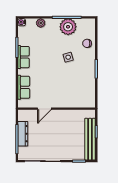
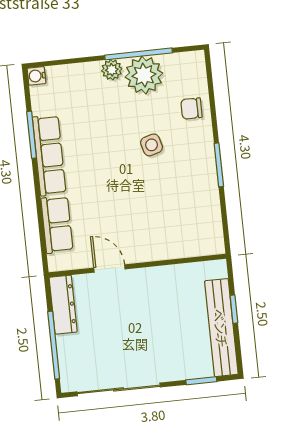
plant: (41, 23) -> (112, 70), moved
row of seats: (24, 57) -> (49, 155), width x1.48
door: (44, 109) -> (109, 268), swing flipped
dresser: (23, 134) -> (63, 305), moved

